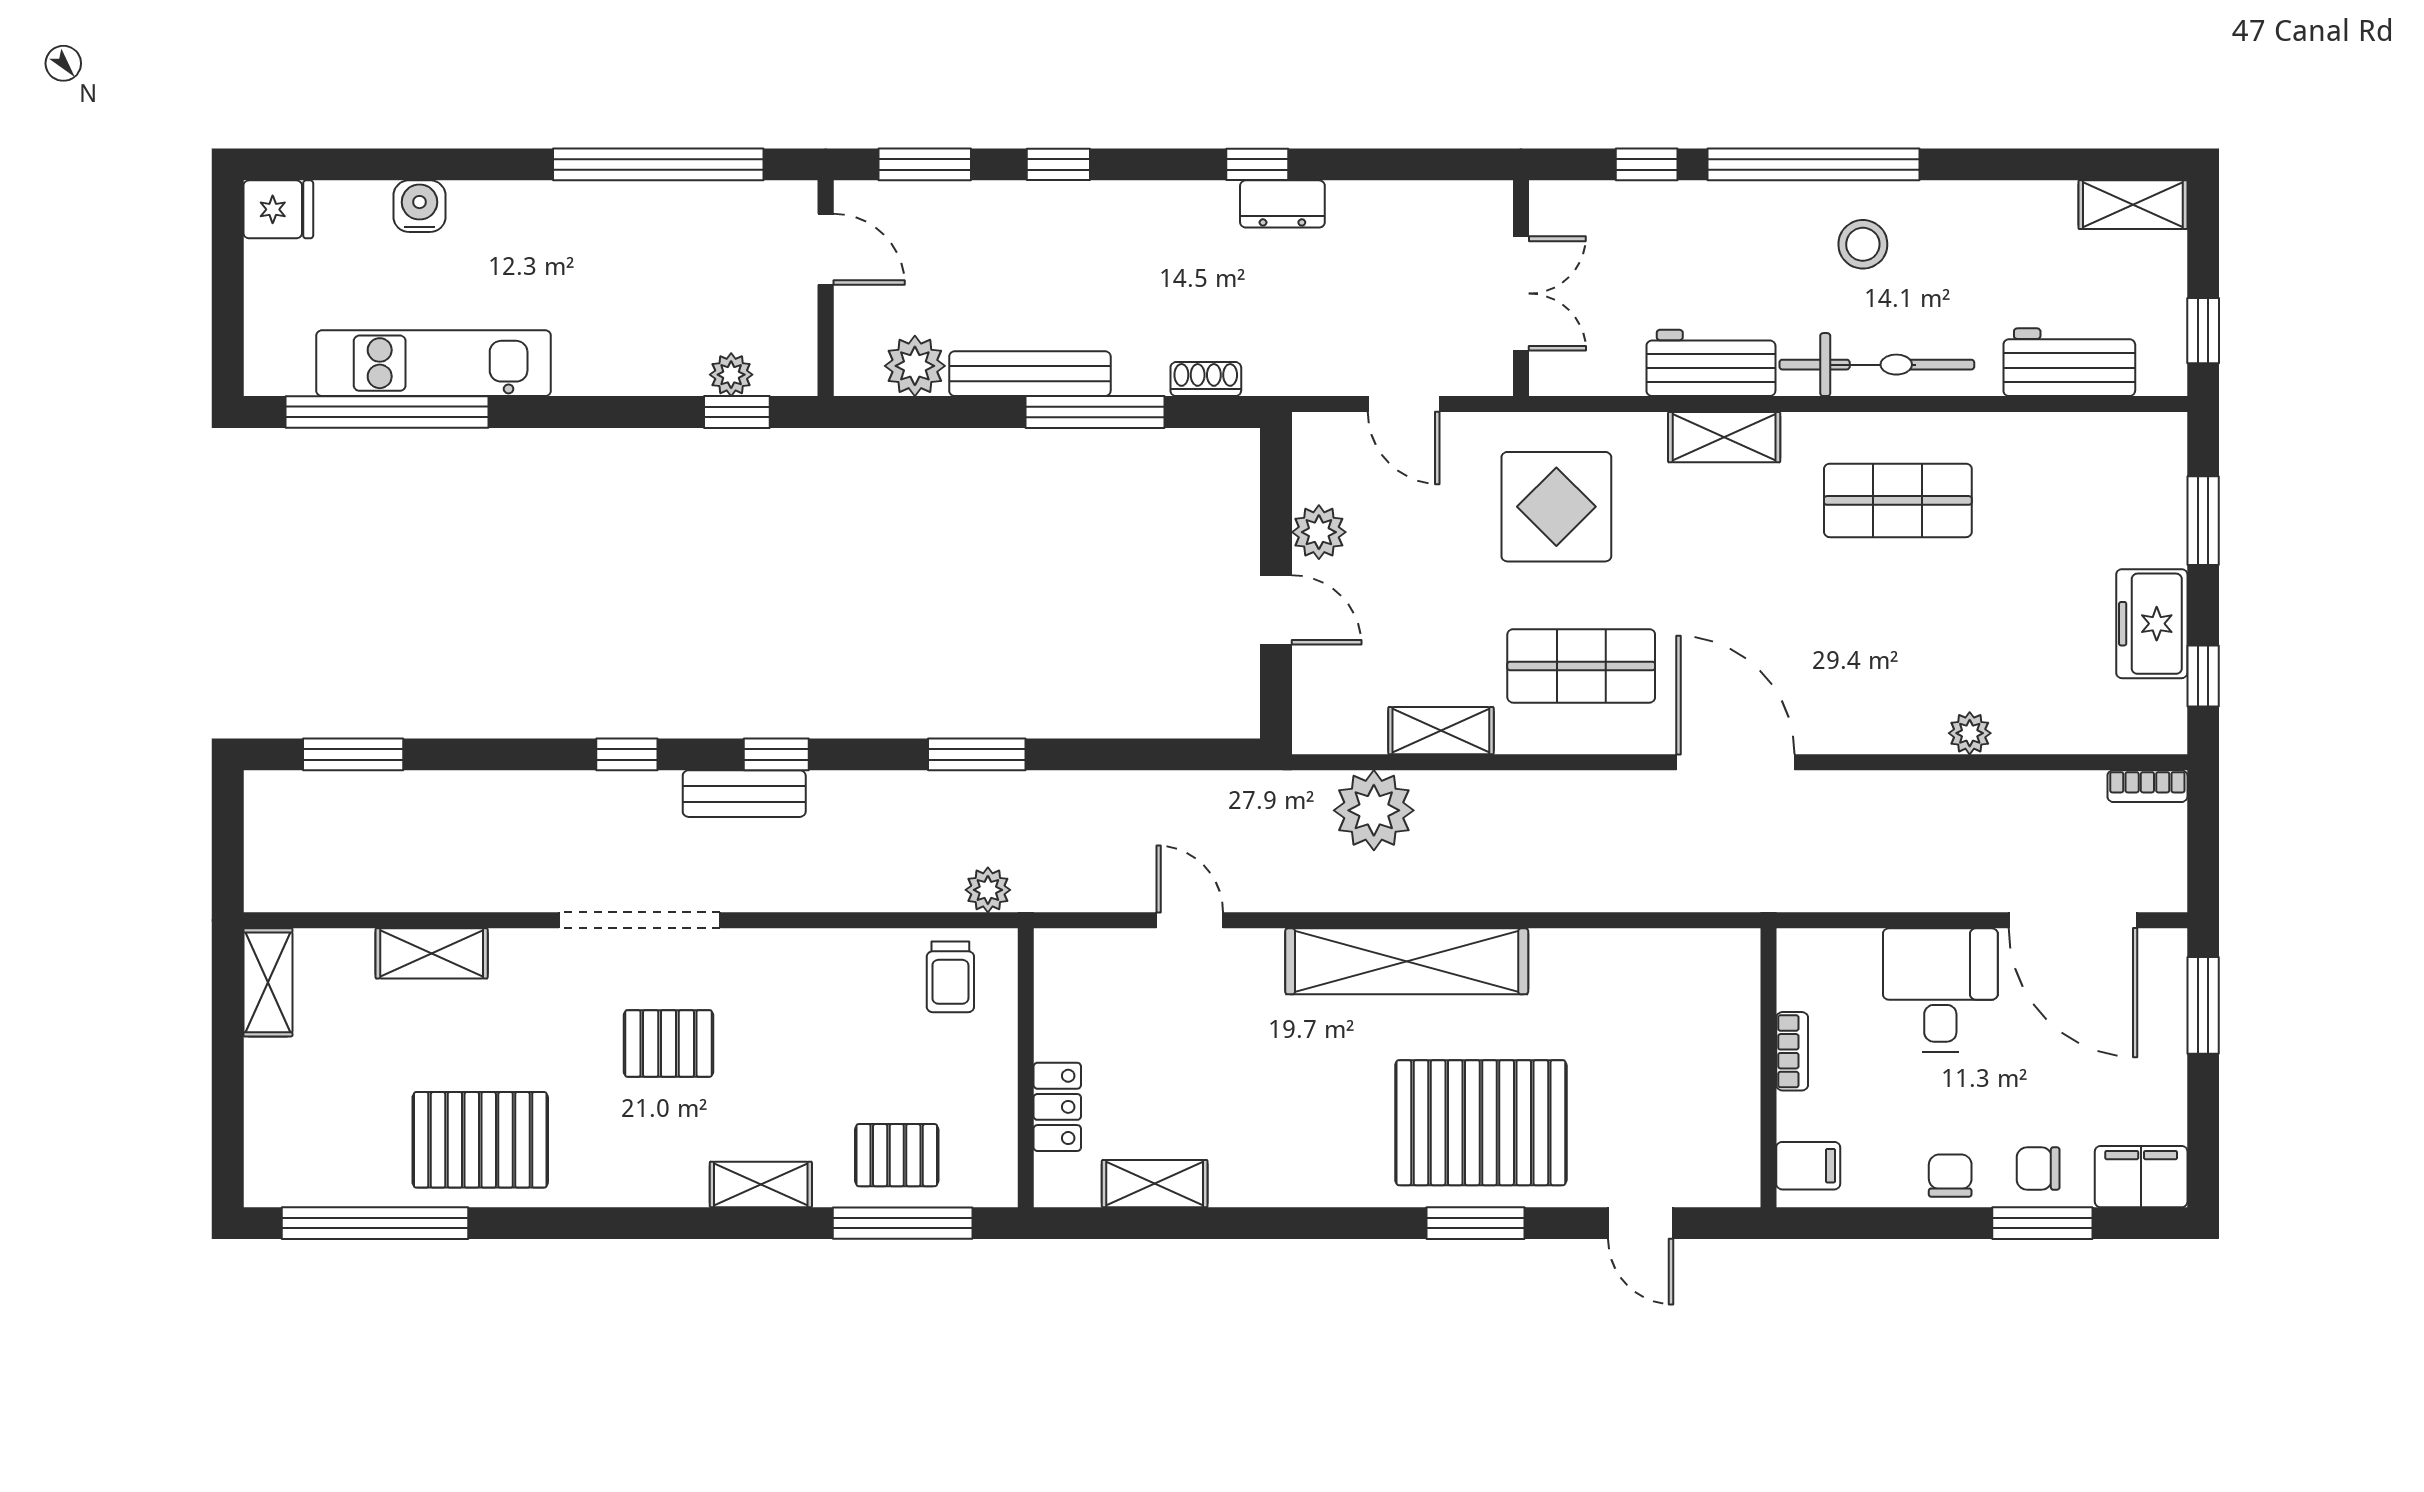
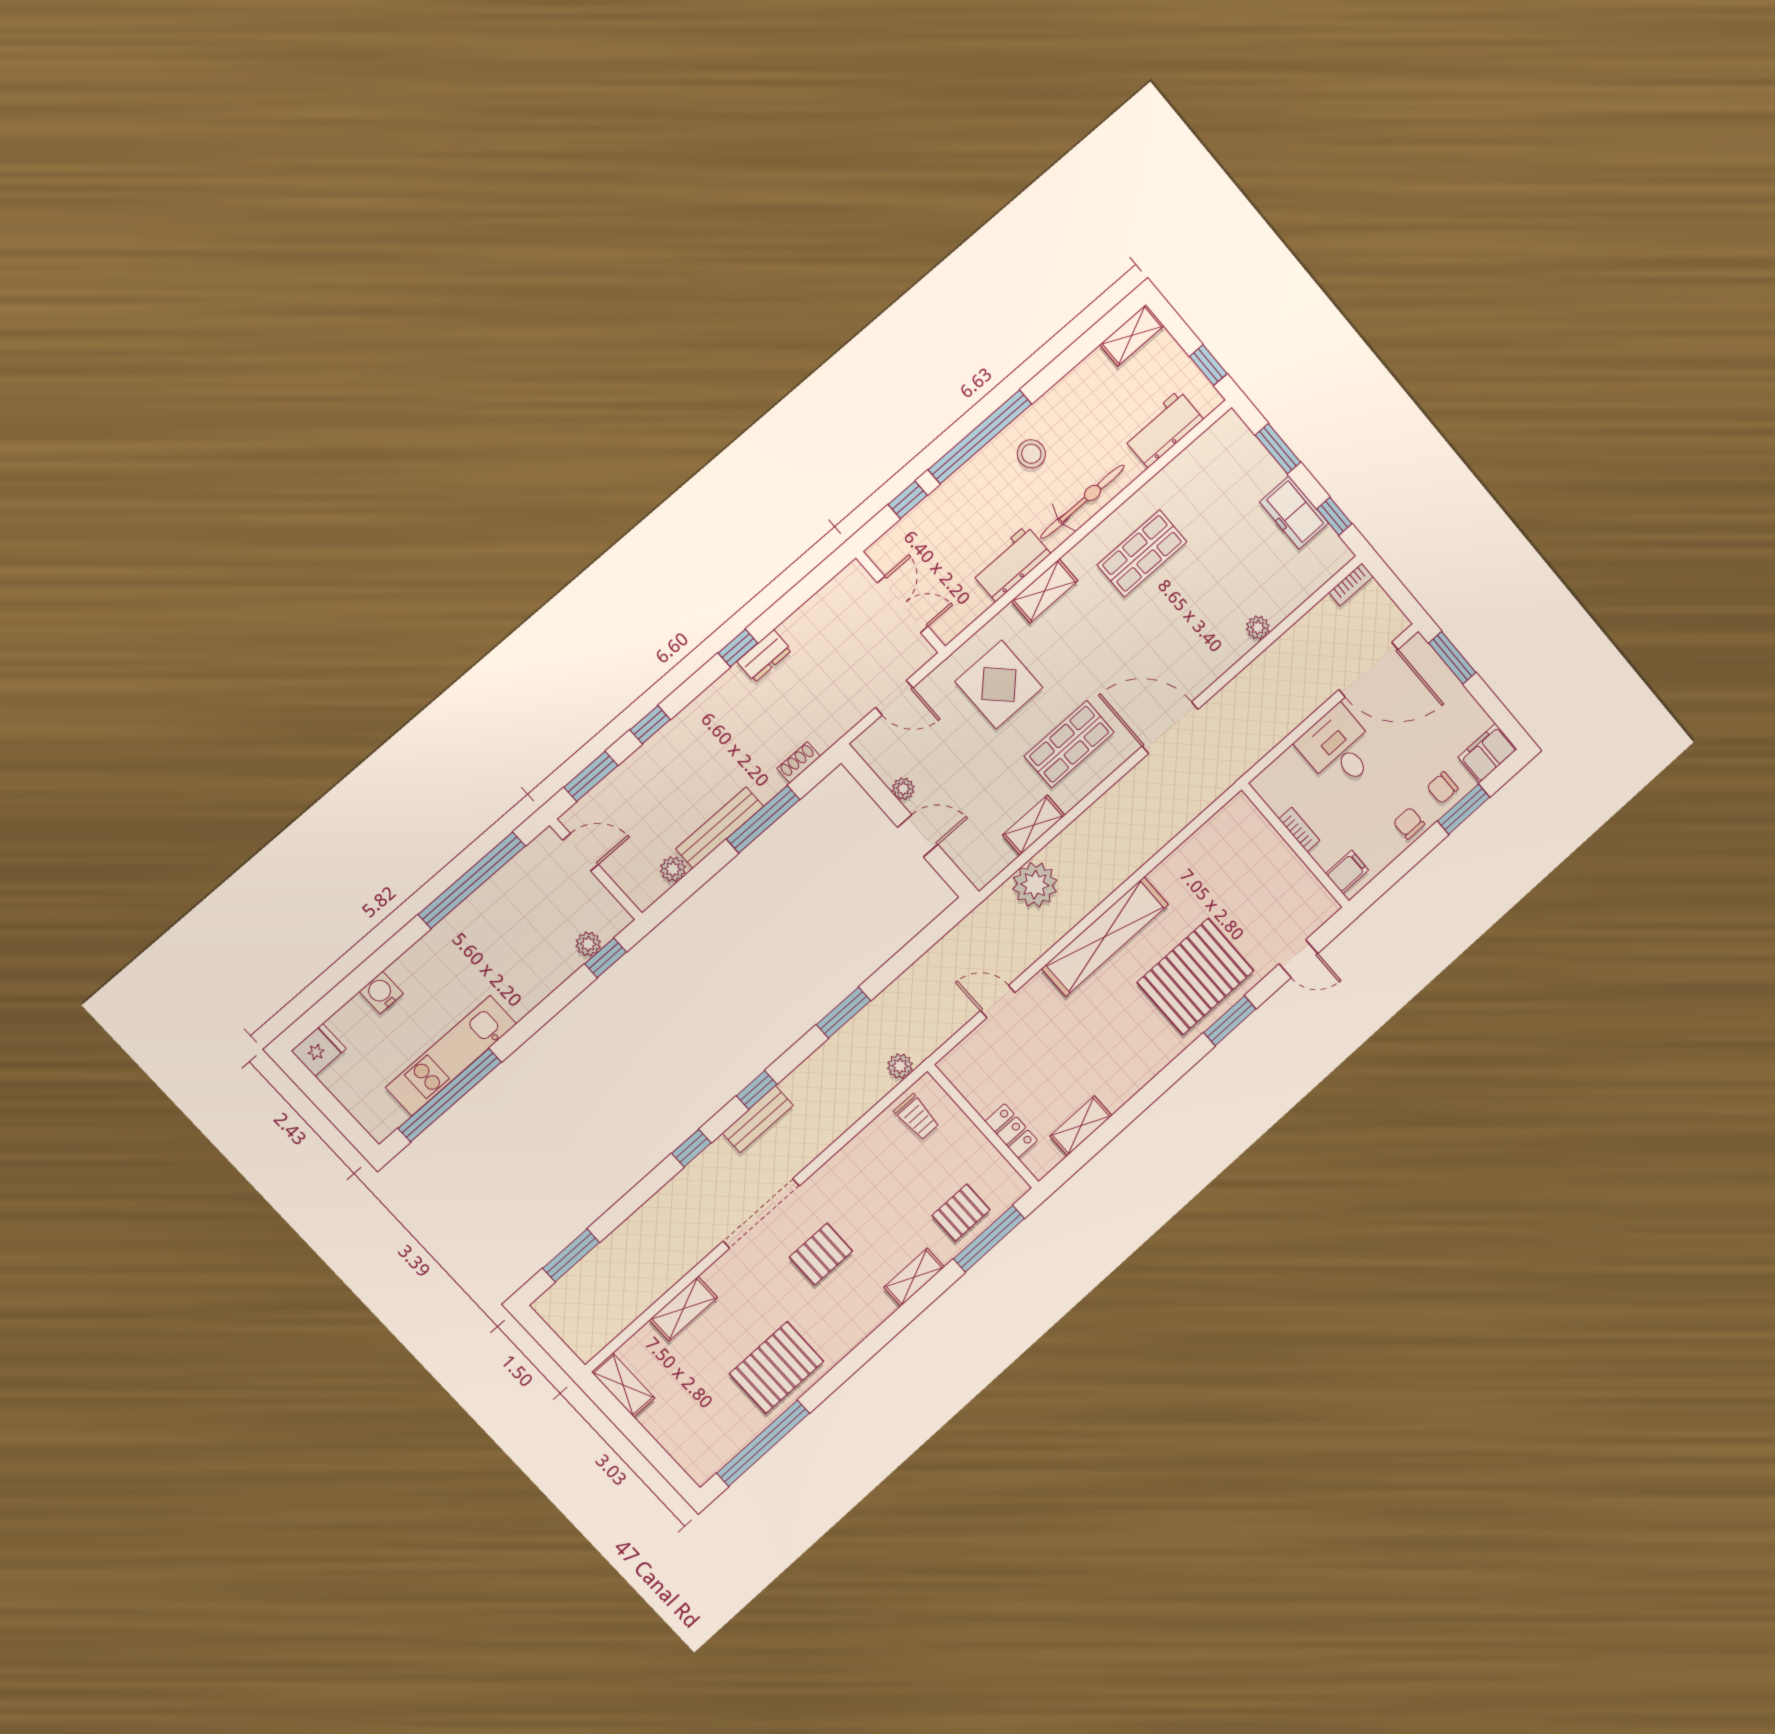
plant: (915, 366) -> (673, 869), width x0.73, depth x0.73
plant: (1319, 532) -> (903, 789), width x0.73, depth x0.73

